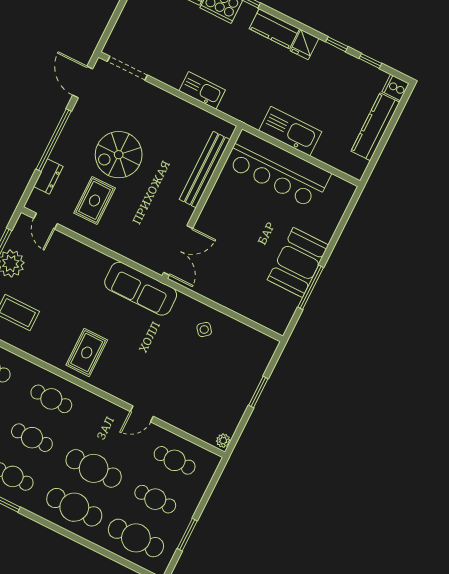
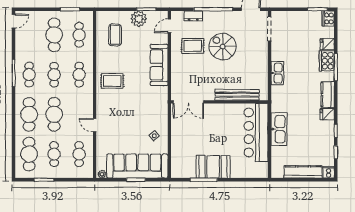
sofa: (141, 289) -> (159, 65), moved
sofa: (238, 379) -> (137, 166), added

